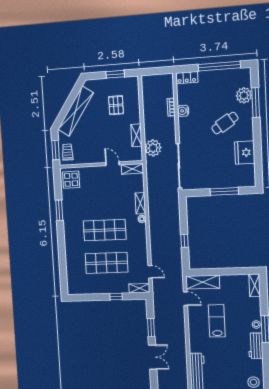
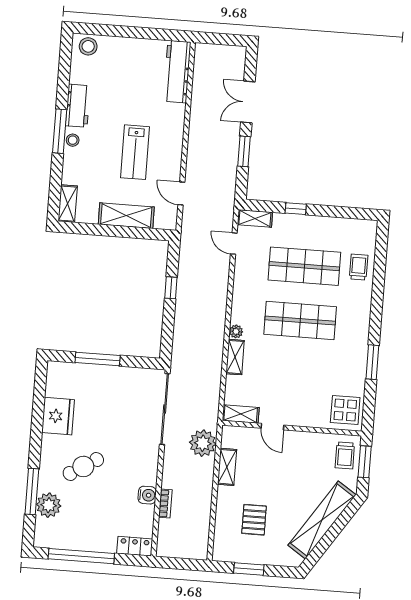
trolley: (75, 266) -> (359, 267), added
shelving: (203, 282) -> (126, 216), moved

